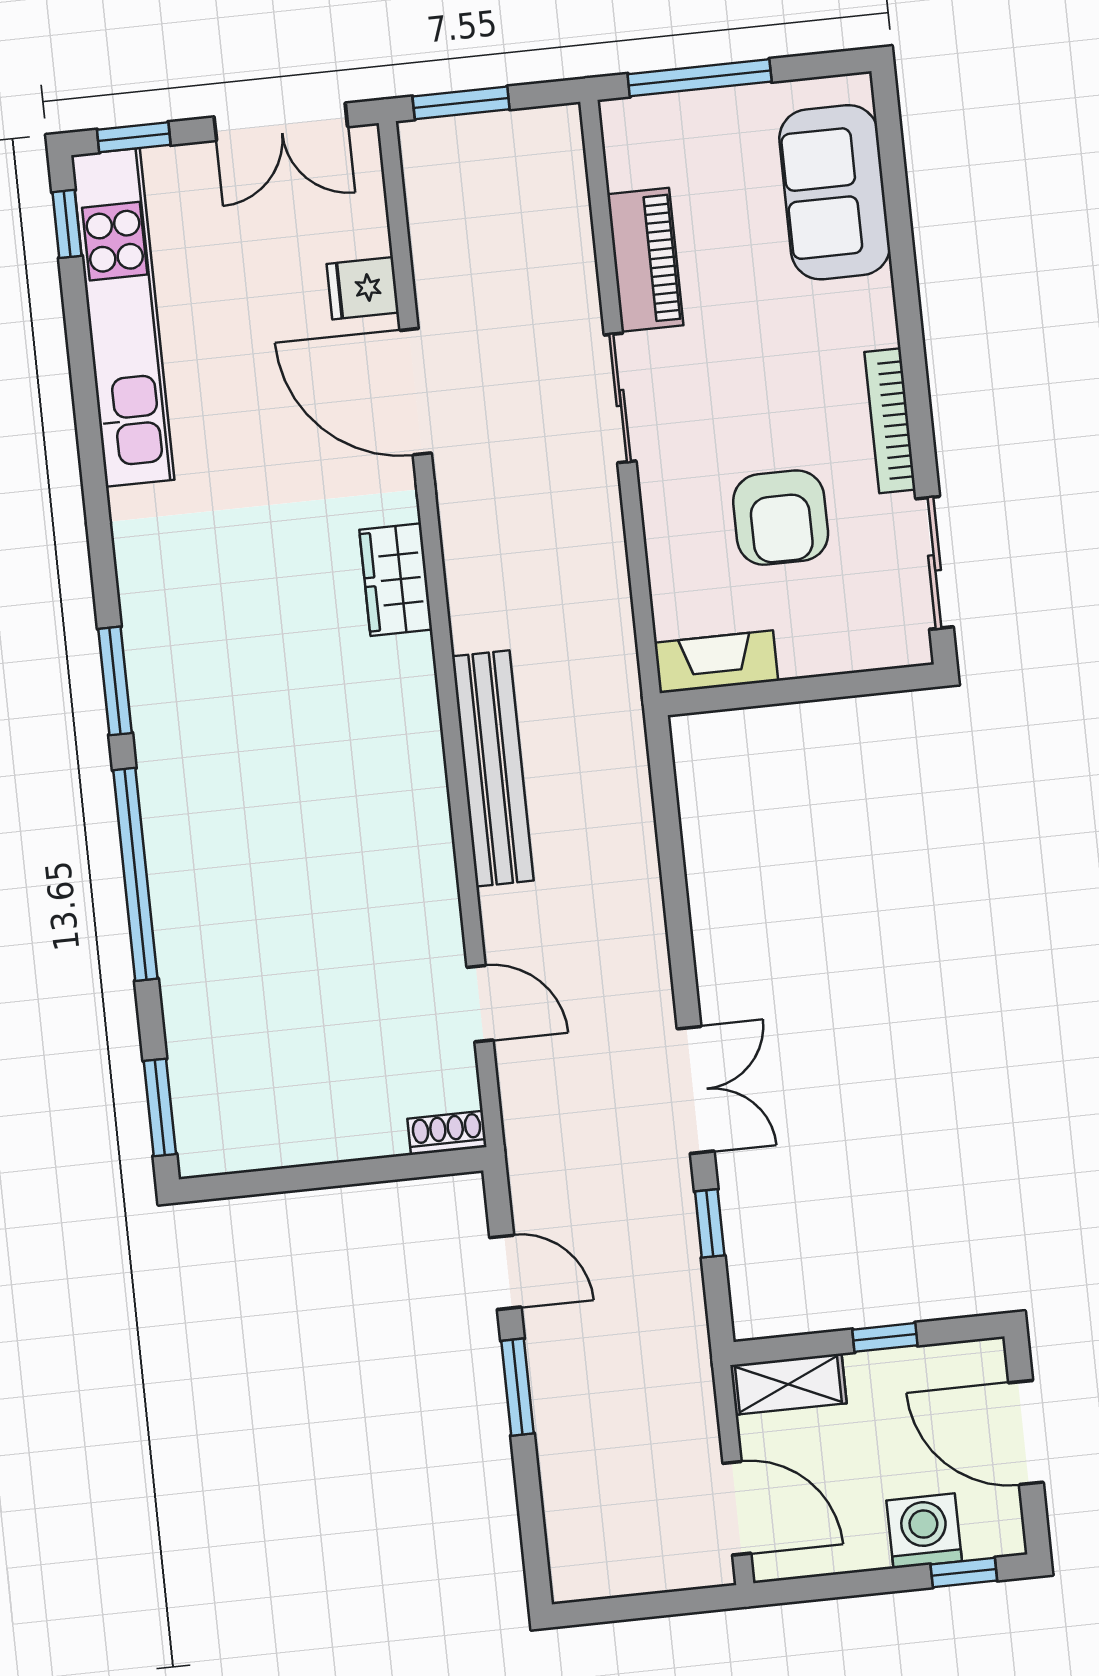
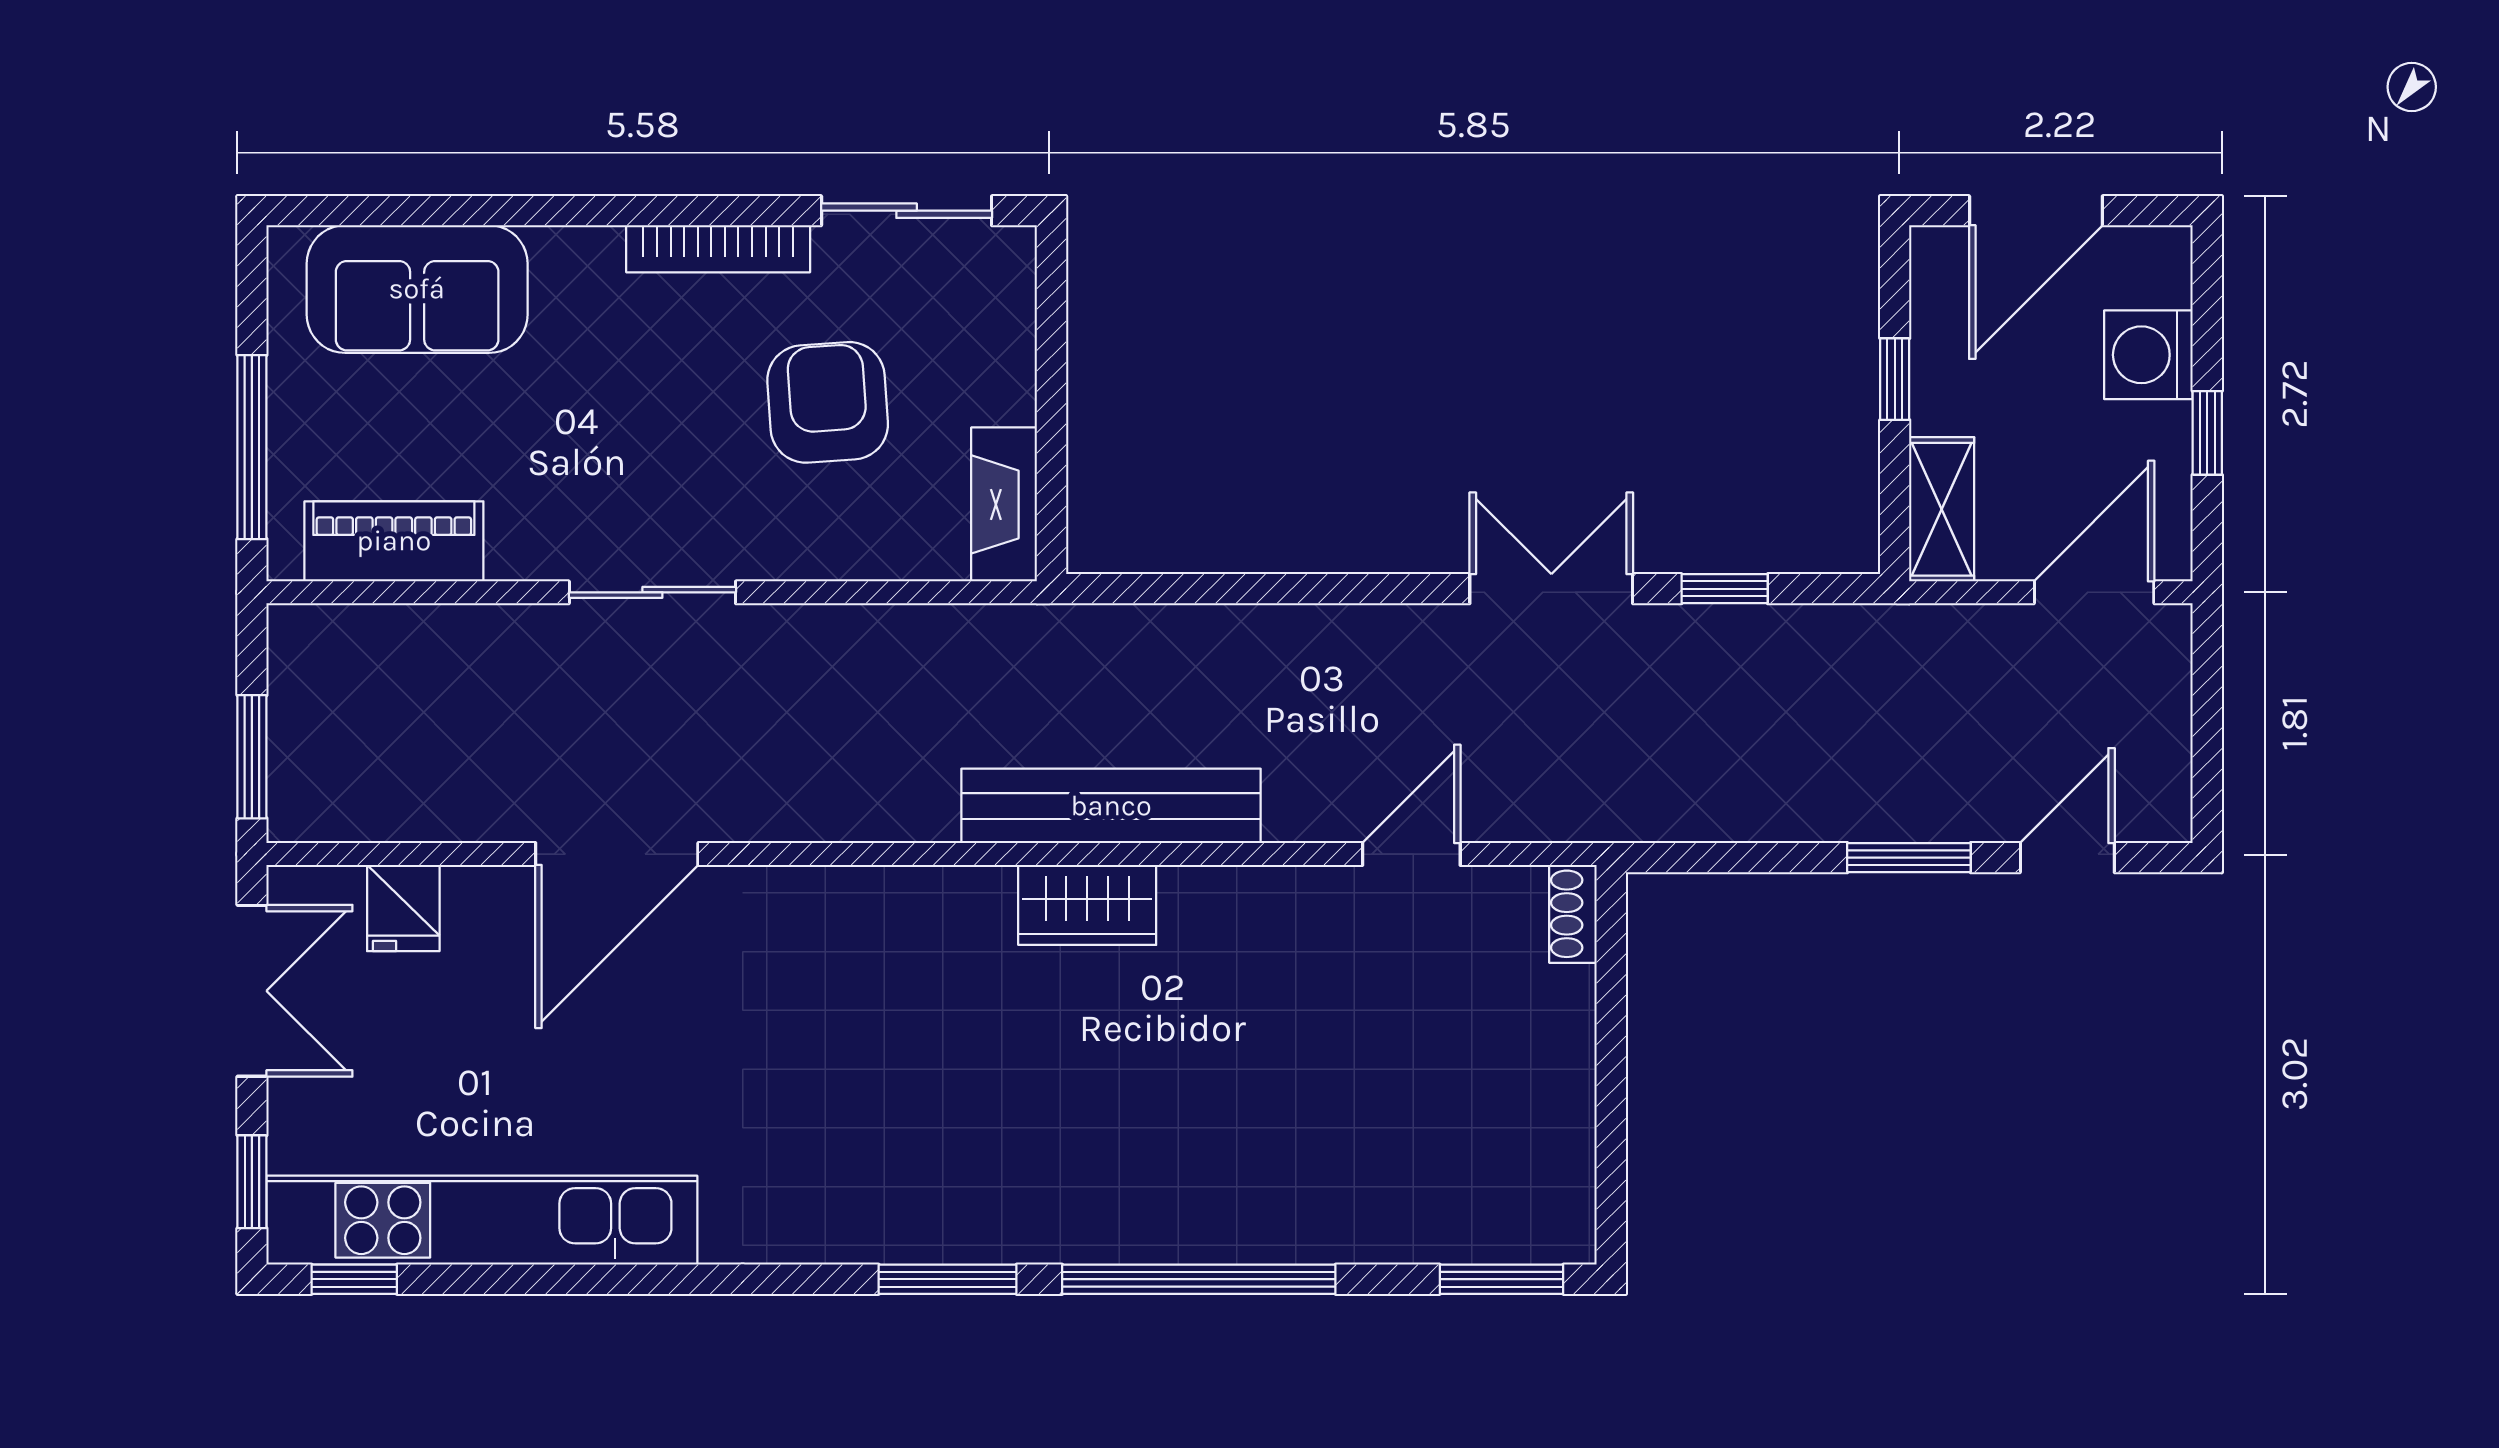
piano: (645, 260) -> (394, 541), moved
fridge: (363, 288) -> (403, 908), moved
armchair: (781, 518) -> (828, 402), turned -94
wardrobe: (396, 580) -> (1087, 905), moved
door: (505, 1272) -> (2067, 858), moved
window: (964, 1573) -> (2207, 433), moved

